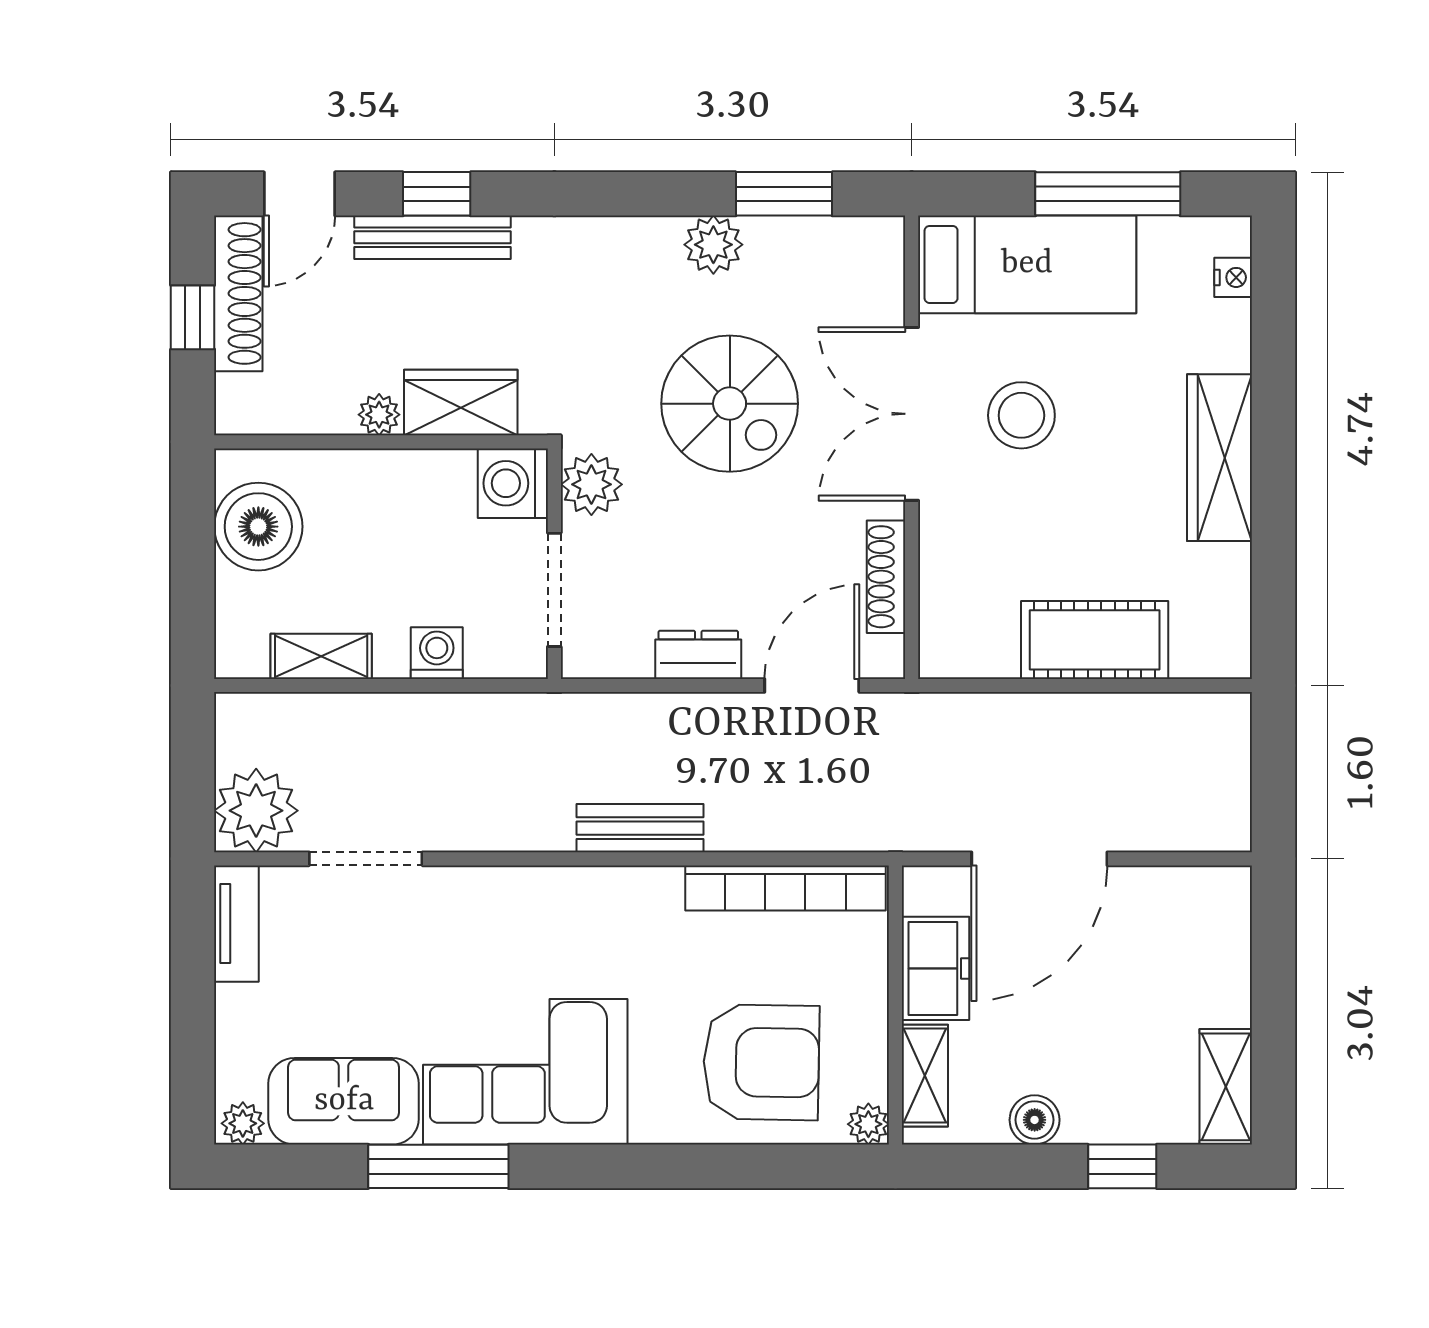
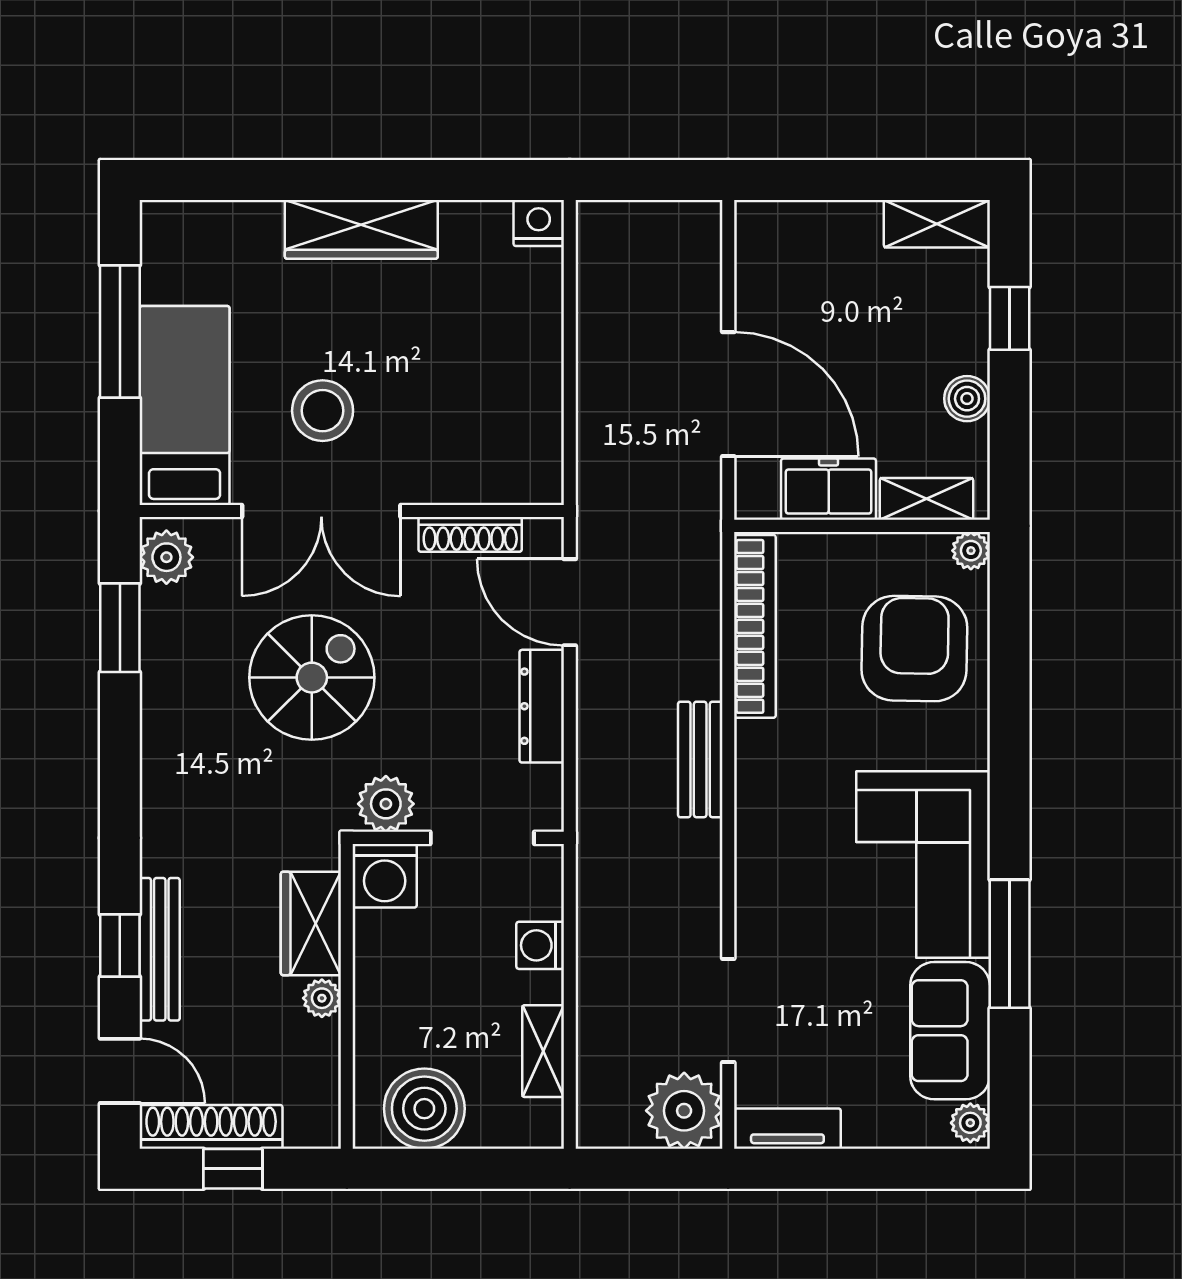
plant: (713, 245) -> (166, 557), moved
nightstand: (1233, 277) -> (539, 223), moved, width x1.39, depth x1.35
cot: (1095, 640) -> (528, 344), removed
dresser: (698, 655) -> (542, 706), width x1.44

